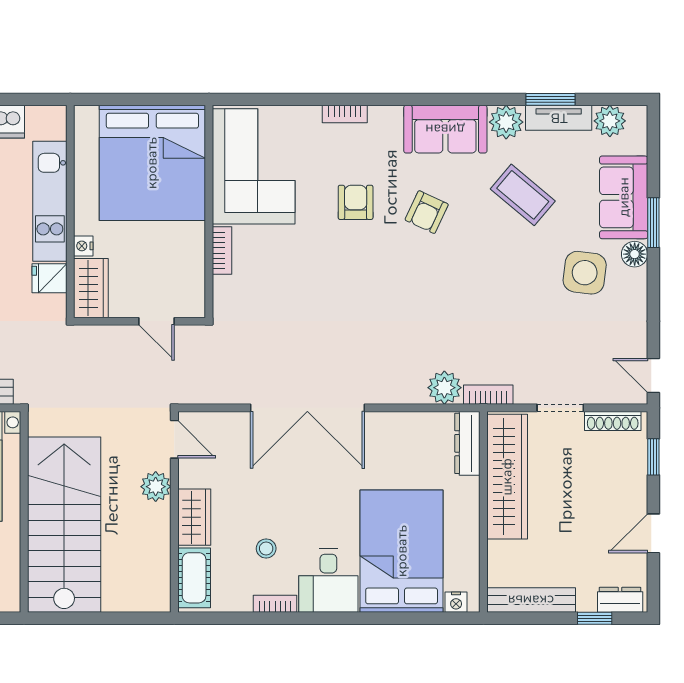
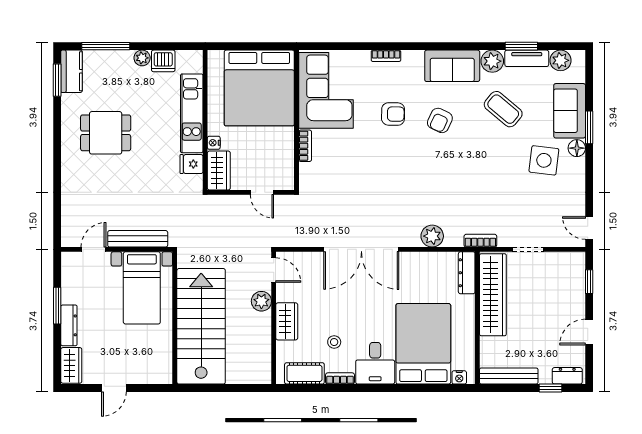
armchair: (356, 202) -> (393, 114), turned 91
plant: (444, 388) -> (432, 236), moved
shoe rack: (613, 421) -> (562, 258), removed
cot: (194, 578) -> (304, 373), moved, turned 90

